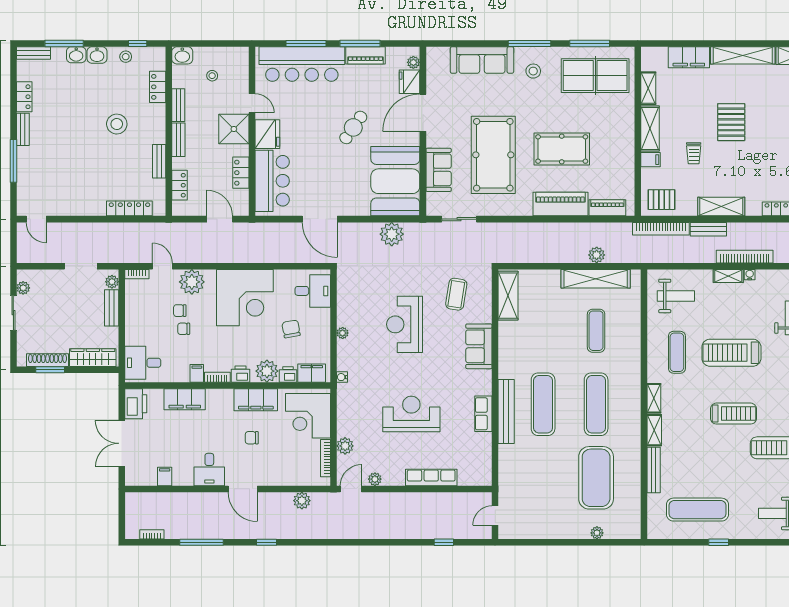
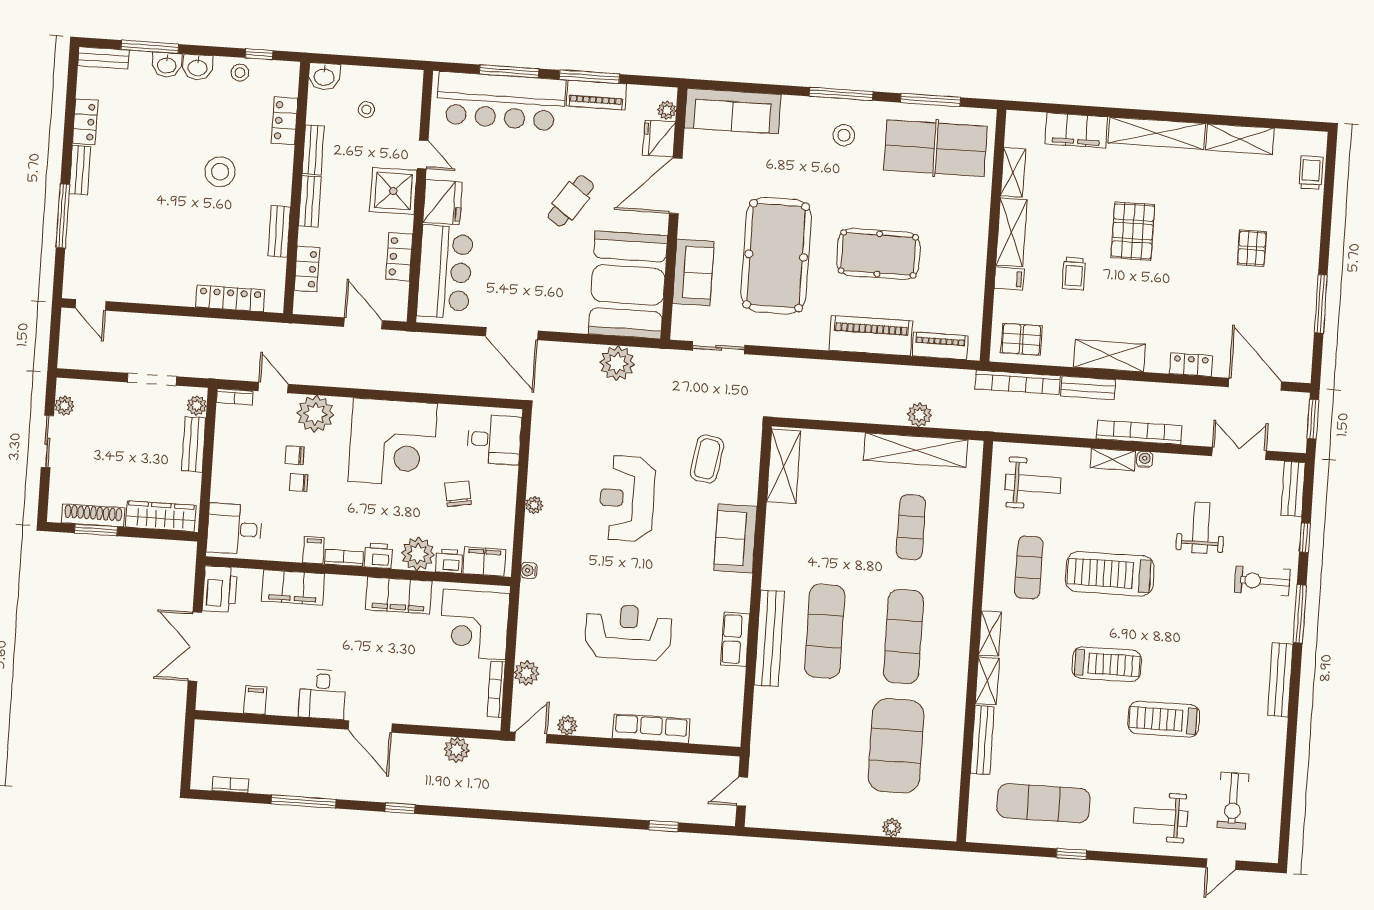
sofa: (482, 60) -> (733, 111), moved
chair: (252, 438) -> (389, 651), removed

